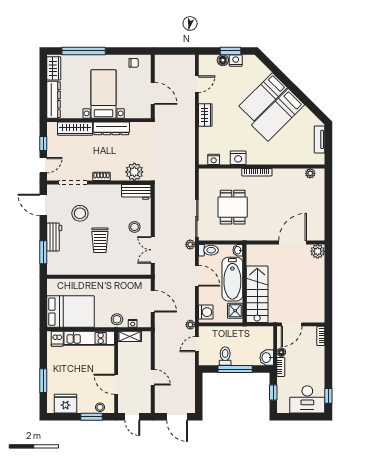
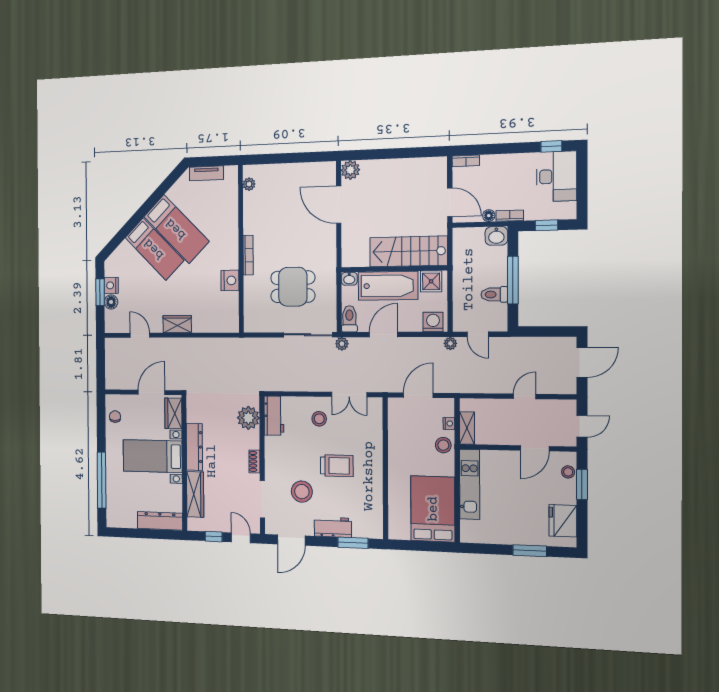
wardrobe: (54, 68) -> (173, 413), moved, turned -90
nightstand: (214, 159) -> (232, 313), removed
dishwasher: (57, 339) -> (470, 529), removed

